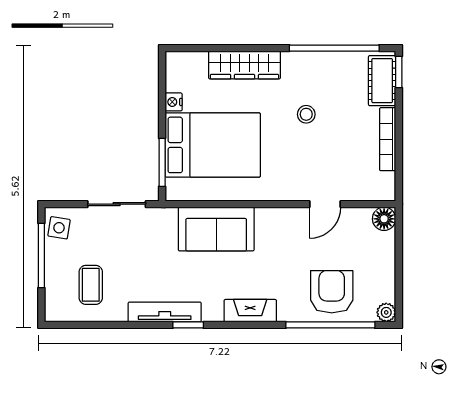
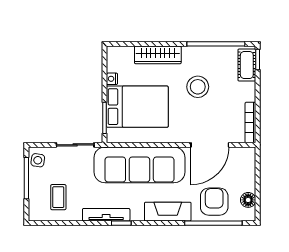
stool: (306, 114) -> (198, 87), width x1.89, depth x1.89
bookcase: (388, 139) -> (250, 123), moved
door: (325, 204) -> (210, 145), width x1.88
floor lamp: (384, 219) -> (248, 200), moved
sofa: (216, 229) -> (139, 165), width x1.85, depth x1.27
fireplace: (250, 311) -> (168, 212), width x1.37, depth x1.32
plant: (386, 312) -> (250, 215), removed

